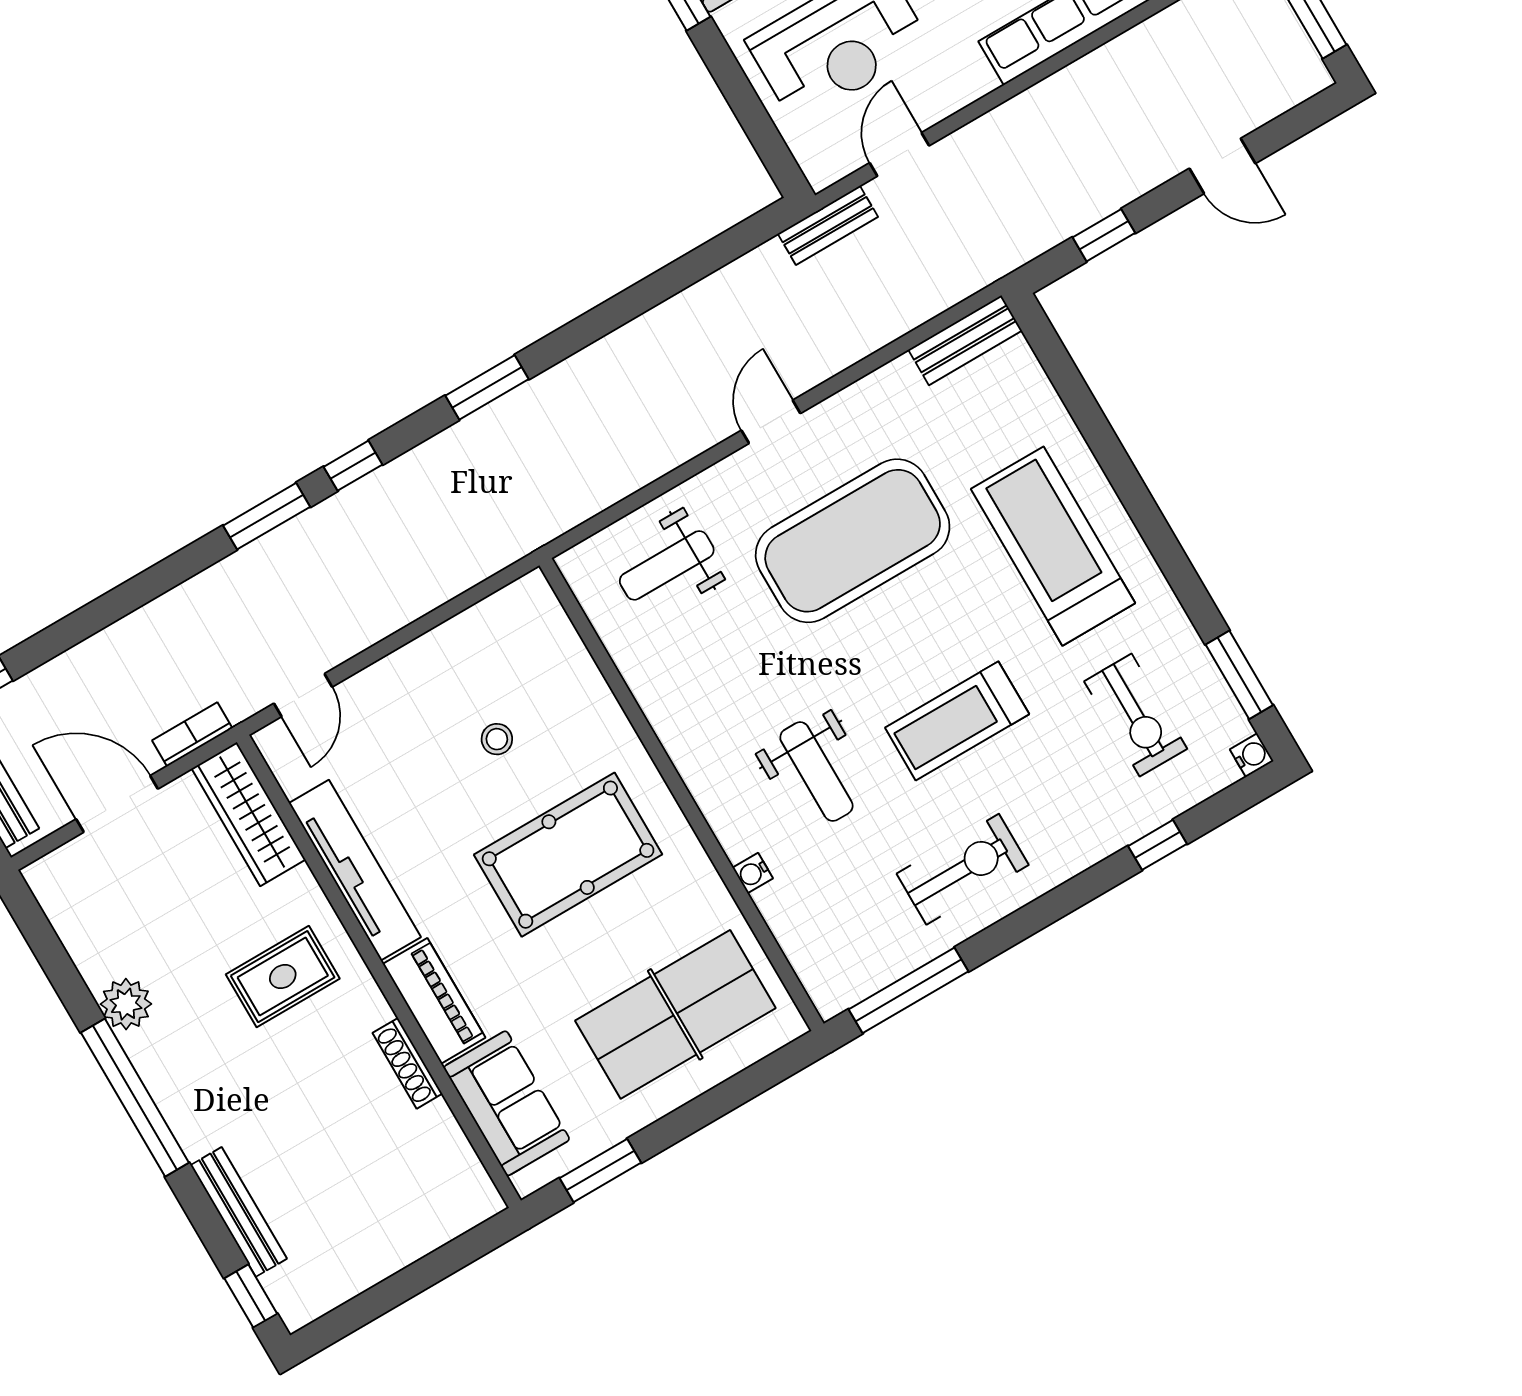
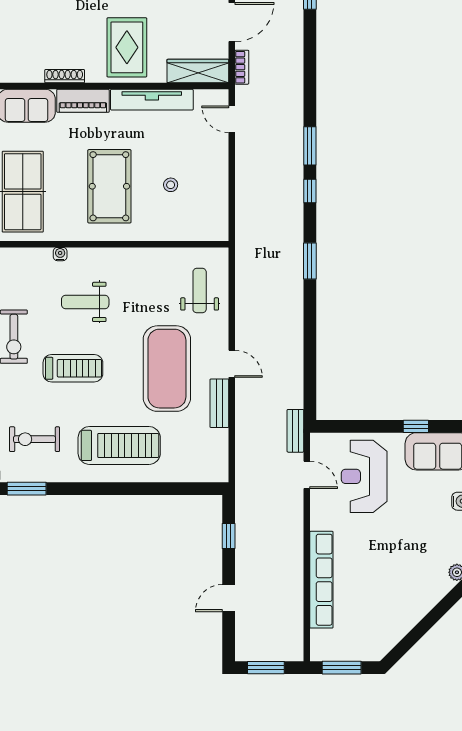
bench: (965, 340) -> (219, 403), moved
treadmill: (957, 721) -> (73, 368), turned 90
rug: (283, 977) -> (127, 47), width x1.36, depth x1.43

